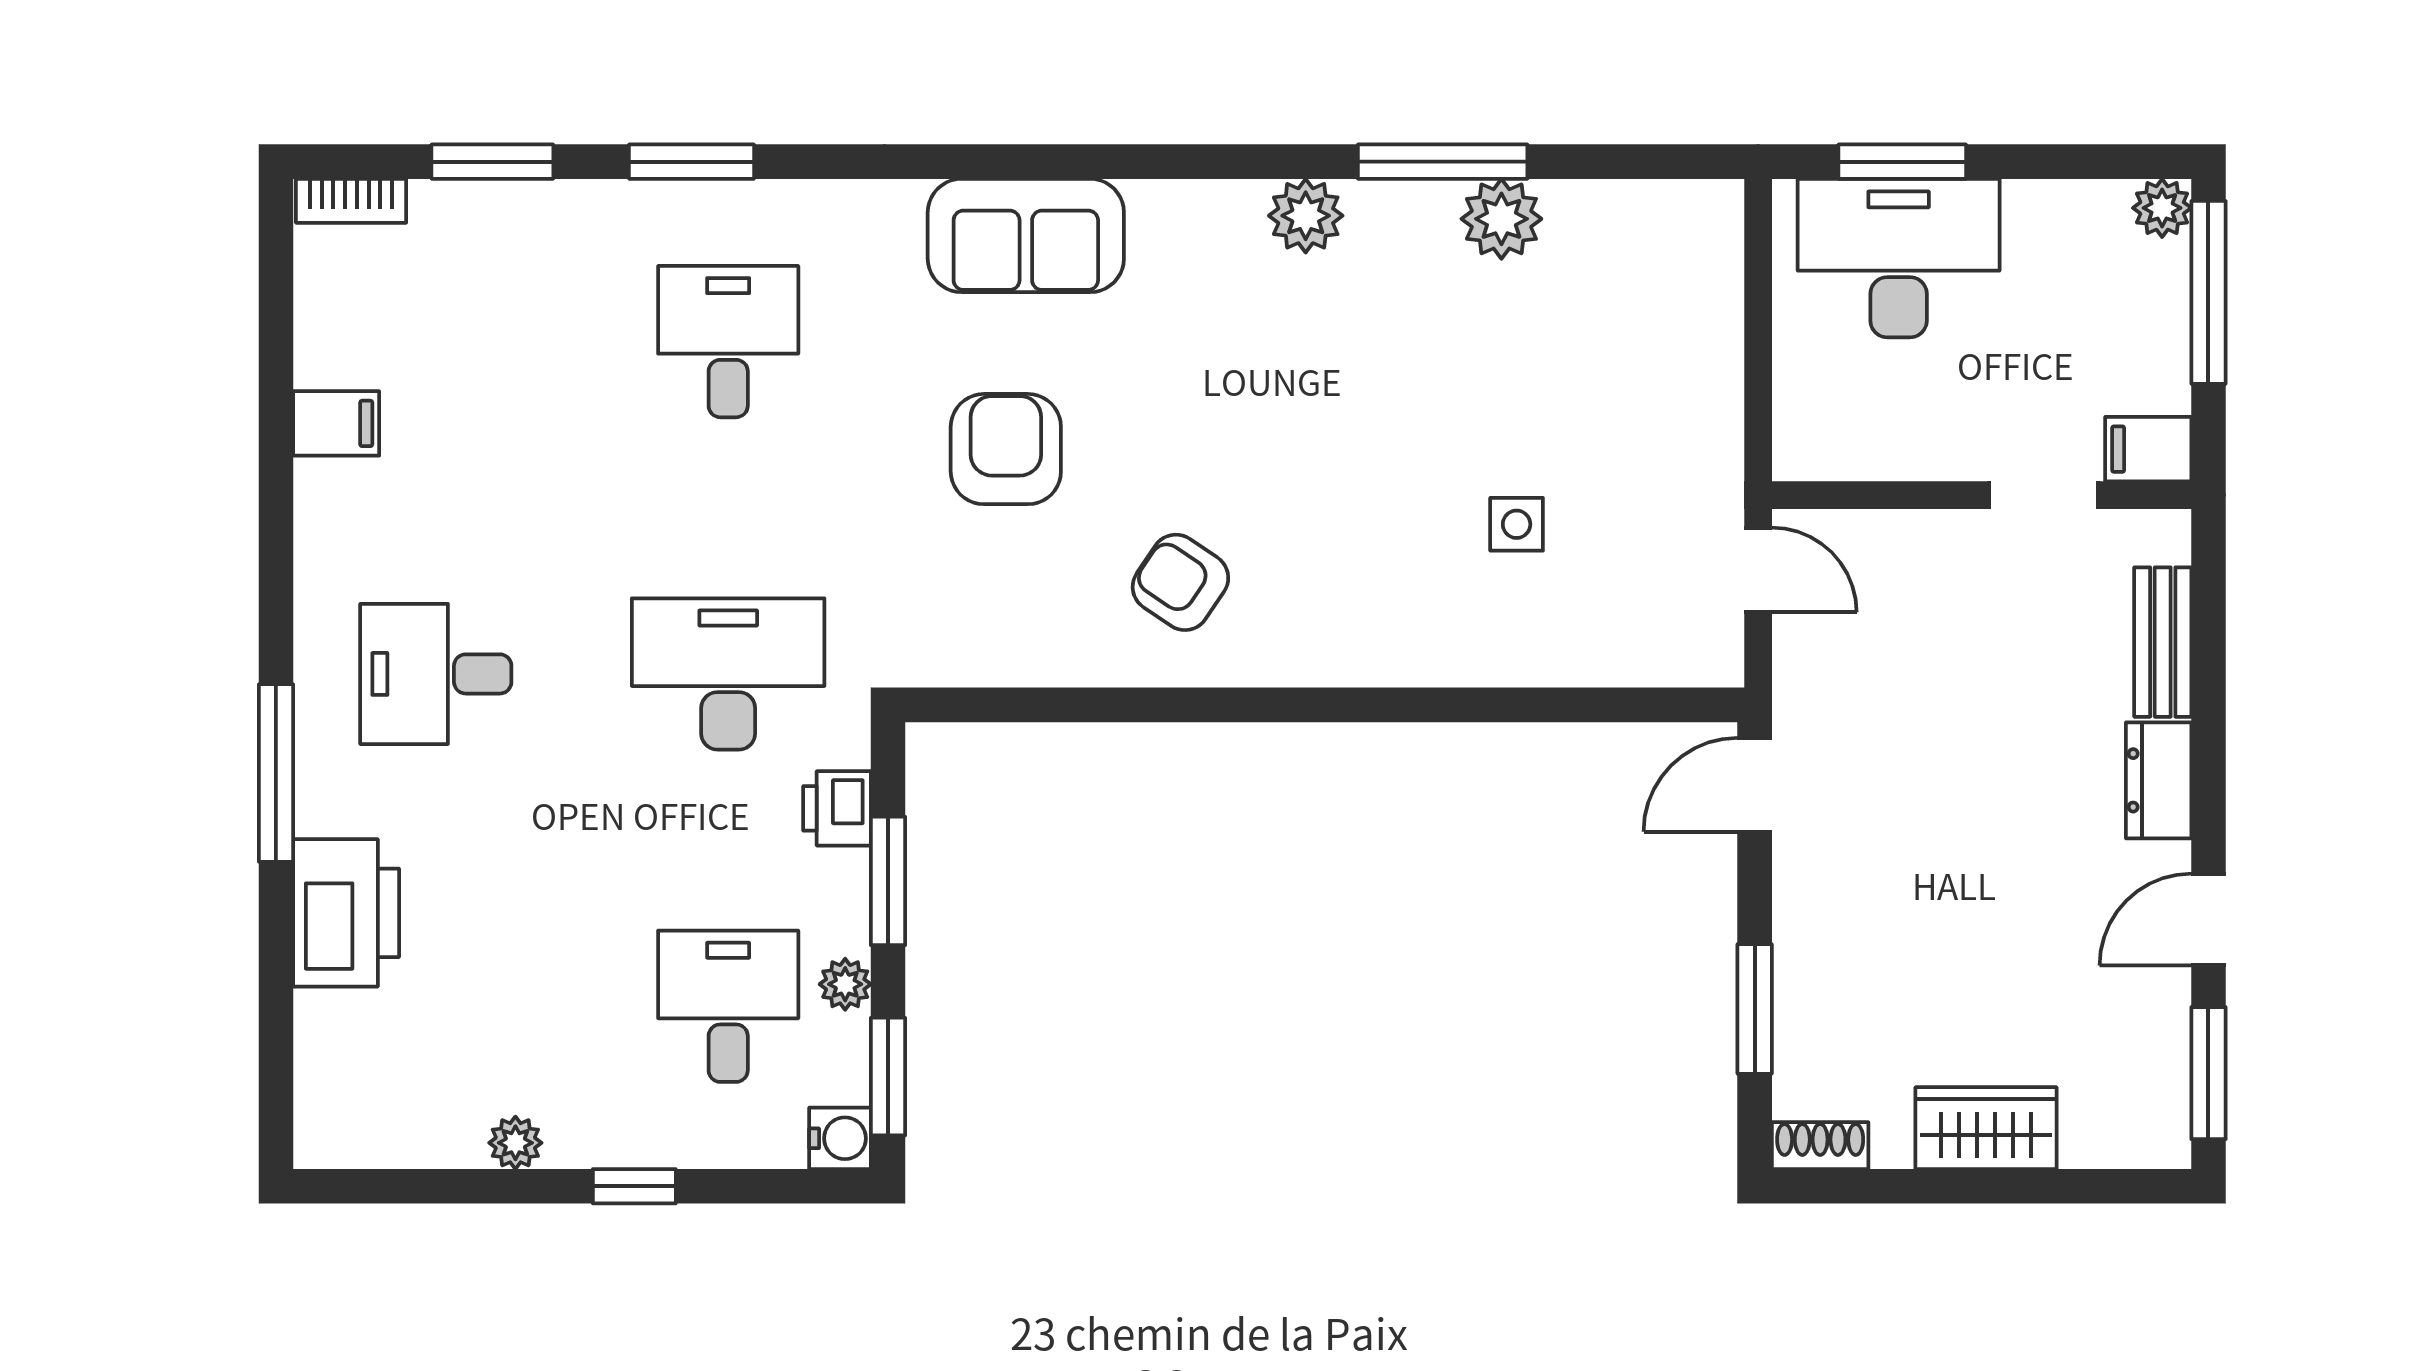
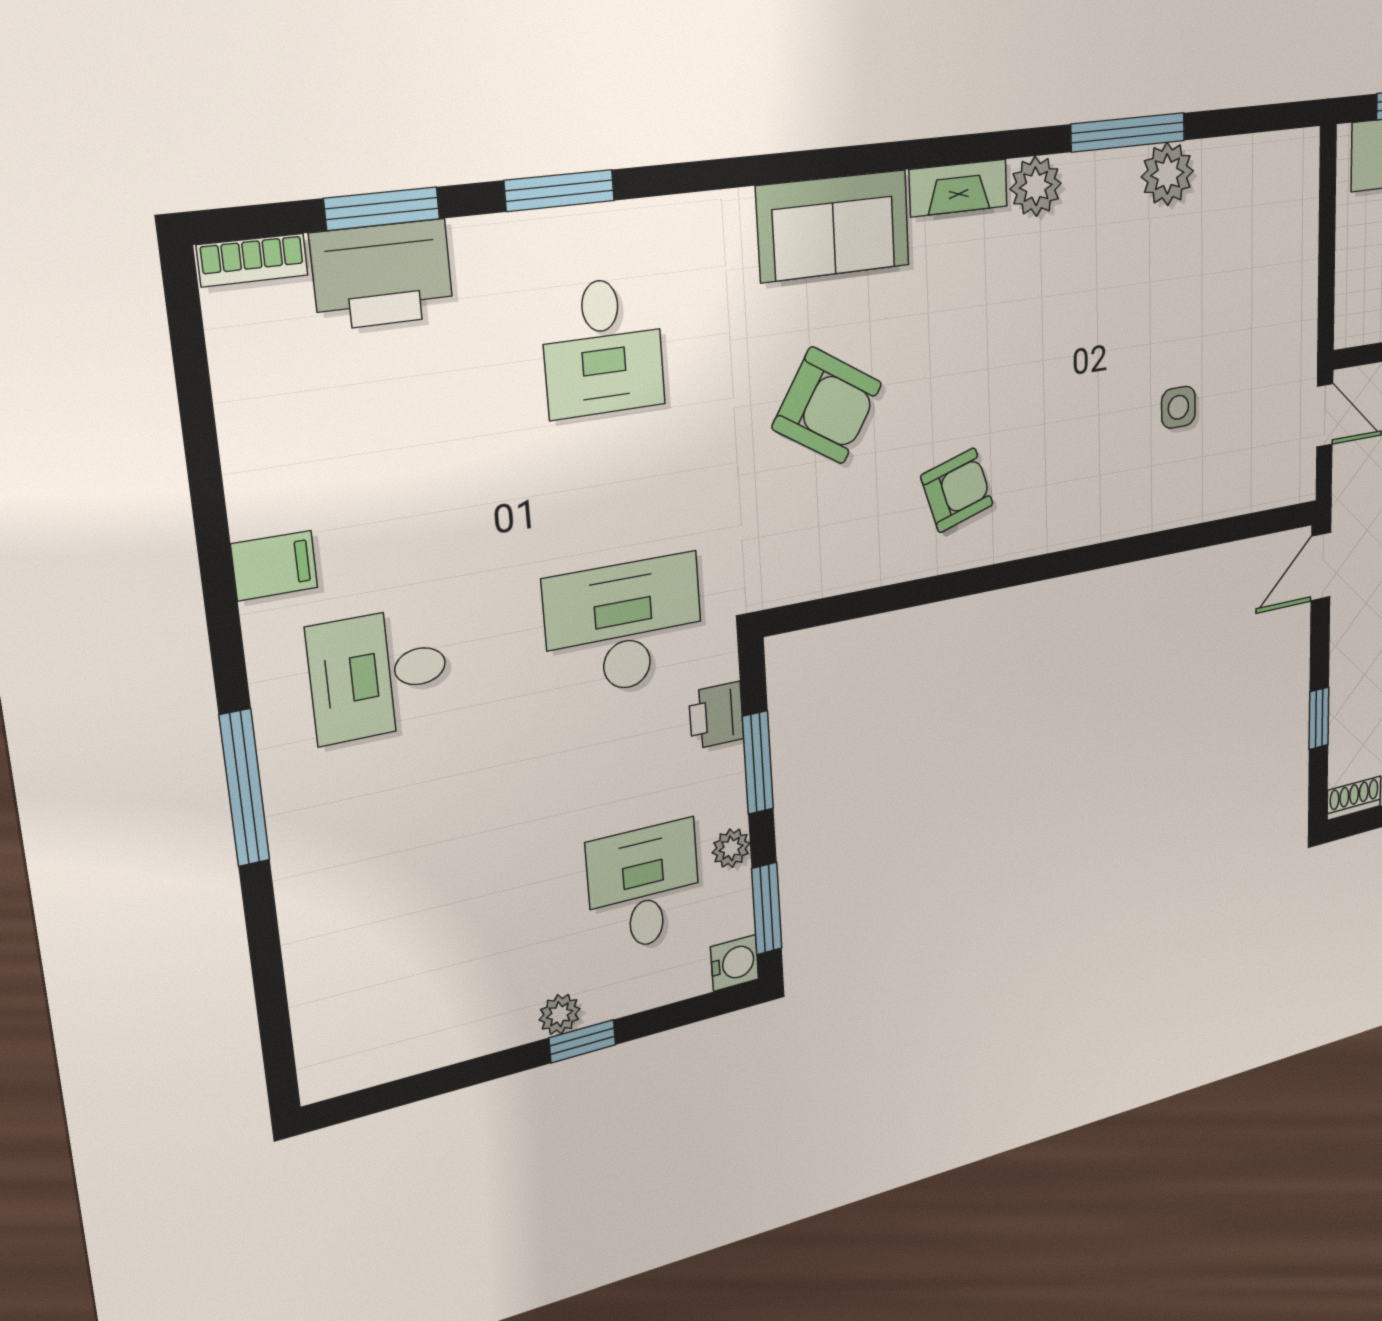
fireplace: (1196, 207) -> (958, 188), added
desk: (728, 342) -> (603, 347), turned 180
filing cabinet: (336, 423) -> (274, 566), moved
armchair: (1006, 449) -> (827, 406), turned 122
armchair: (1180, 582) -> (957, 490), turned 129
printer: (346, 913) -> (382, 275), moved, turned 90
window: (1755, 1009) -> (1319, 718), width x0.67
plant: (515, 1143) -> (560, 1014), moved

